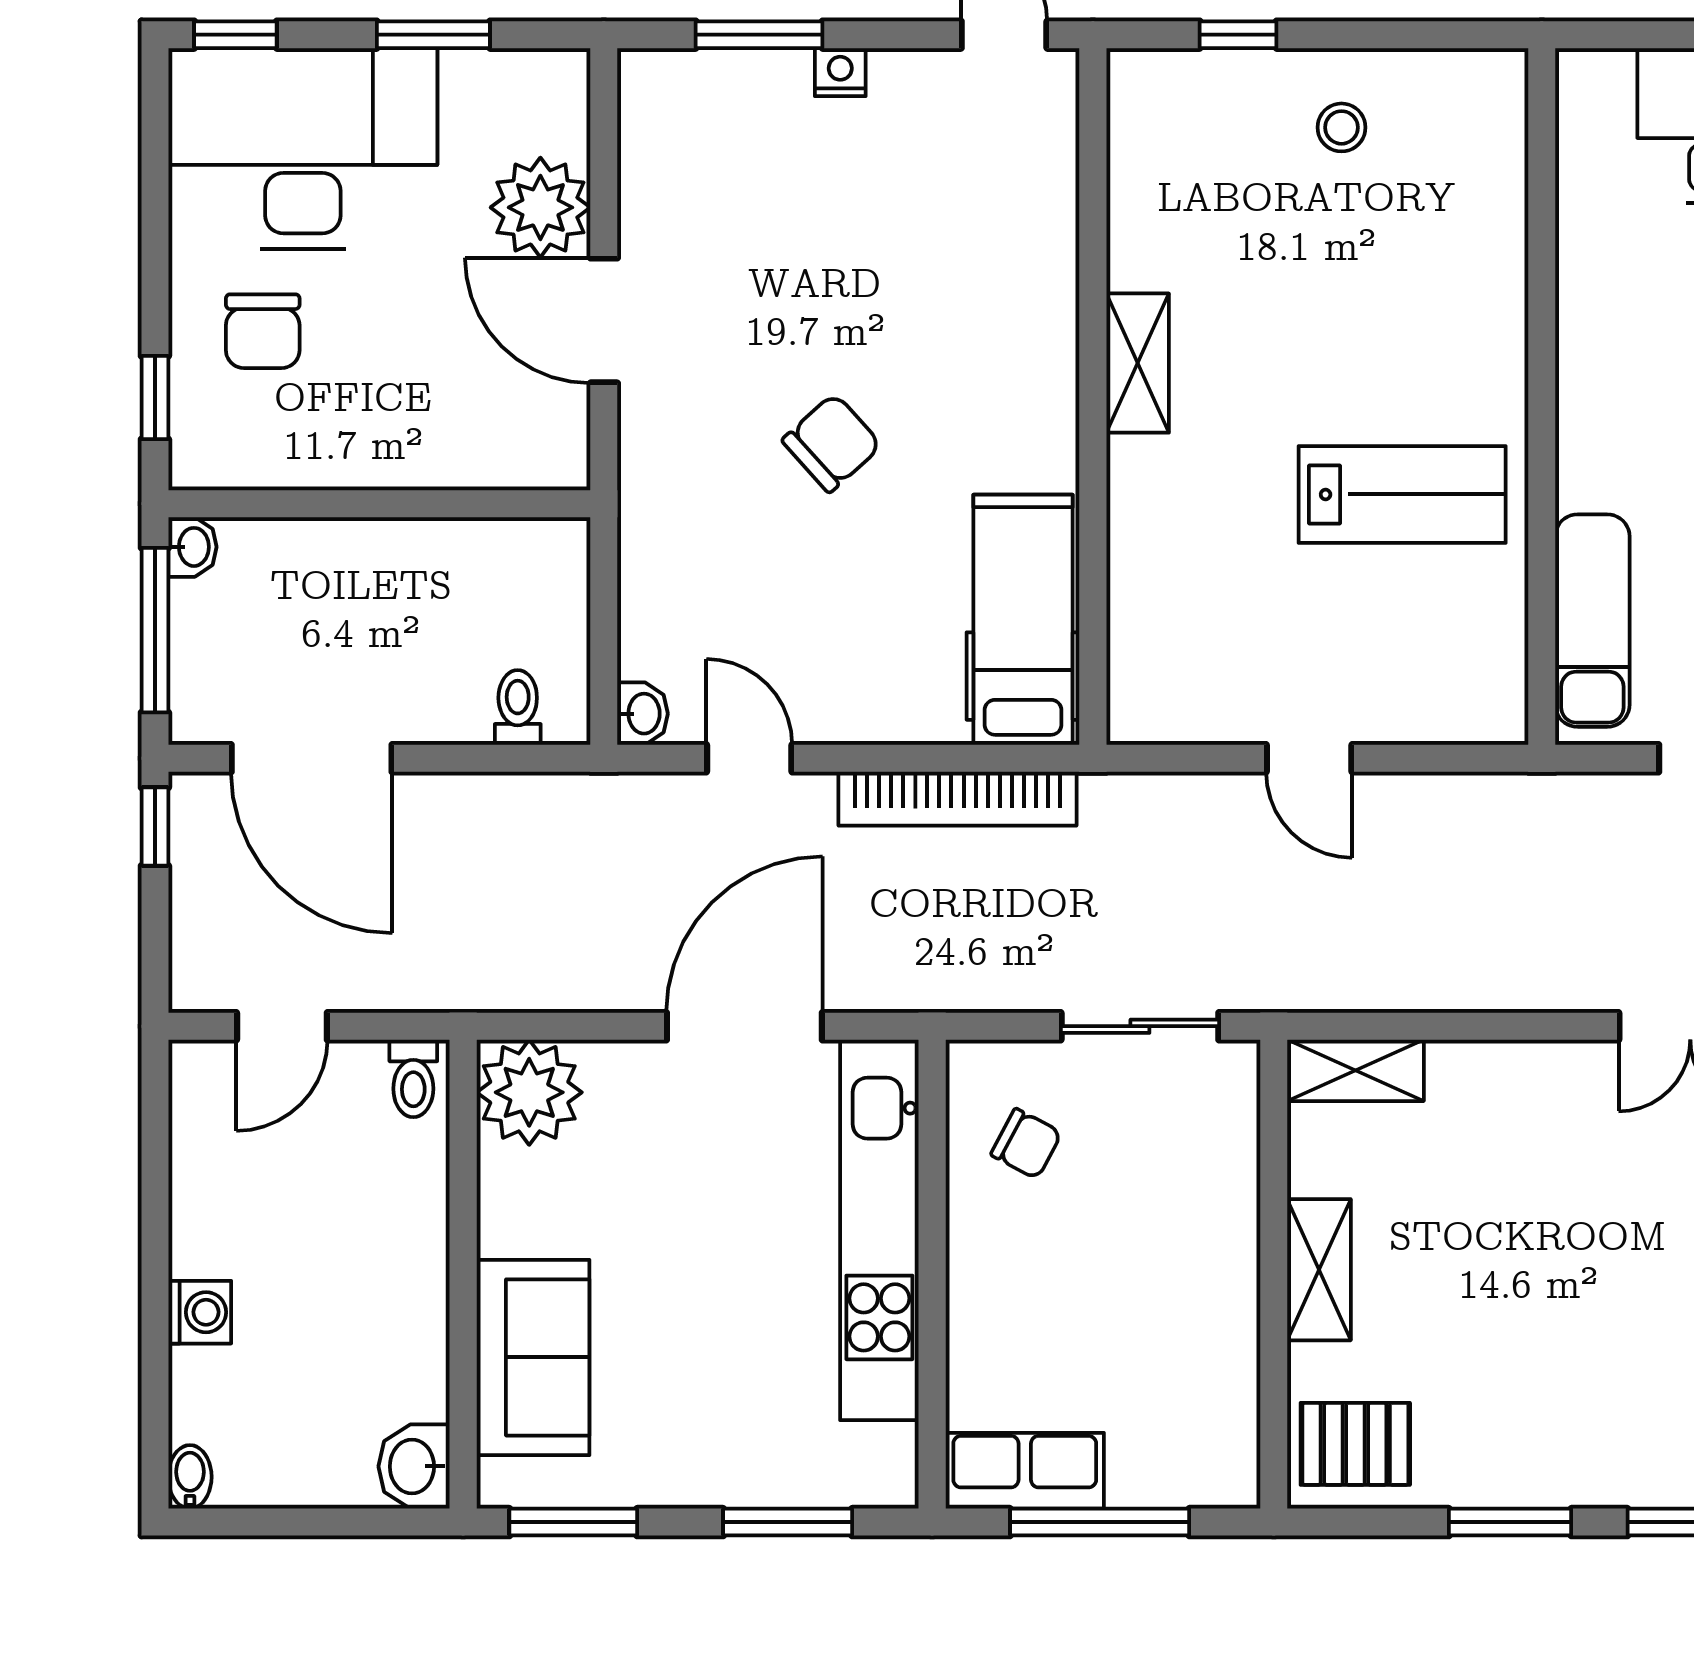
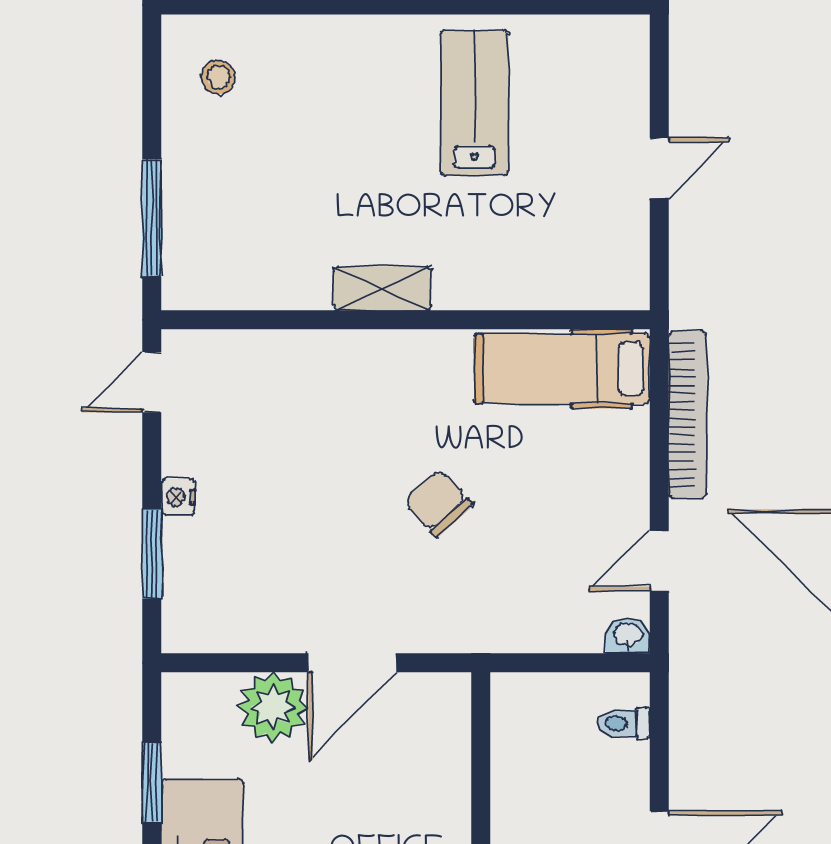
window: (1238, 35) -> (152, 218), width x2.17
stool: (1341, 127) -> (218, 77), moved

